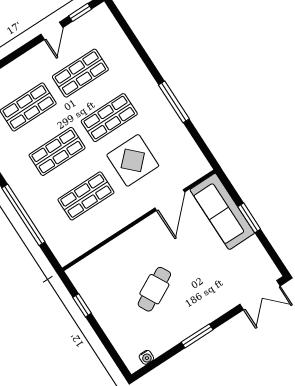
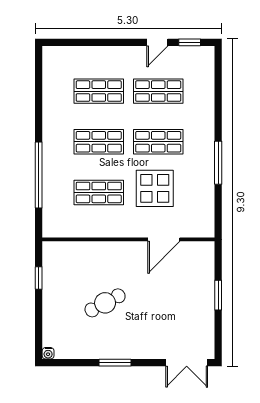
sofa: (222, 211) -> (200, 276), removed
water cooler: (146, 357) -> (48, 353), moved

